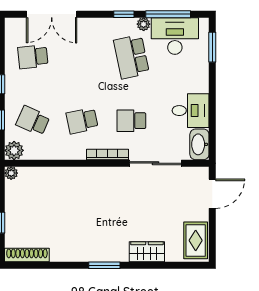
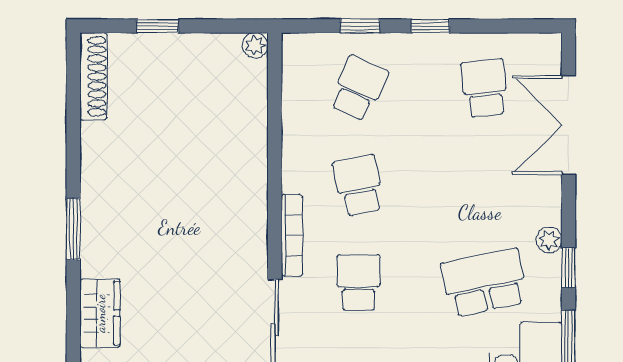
plant: (144, 24) -> (549, 240), moved
plant: (14, 150) -> (300, 51), removed

